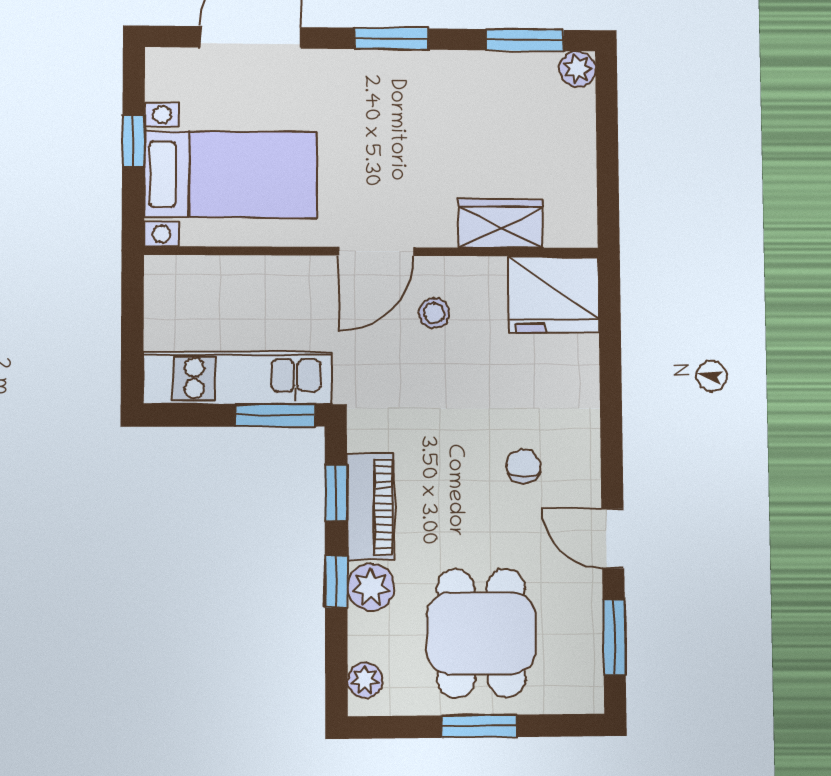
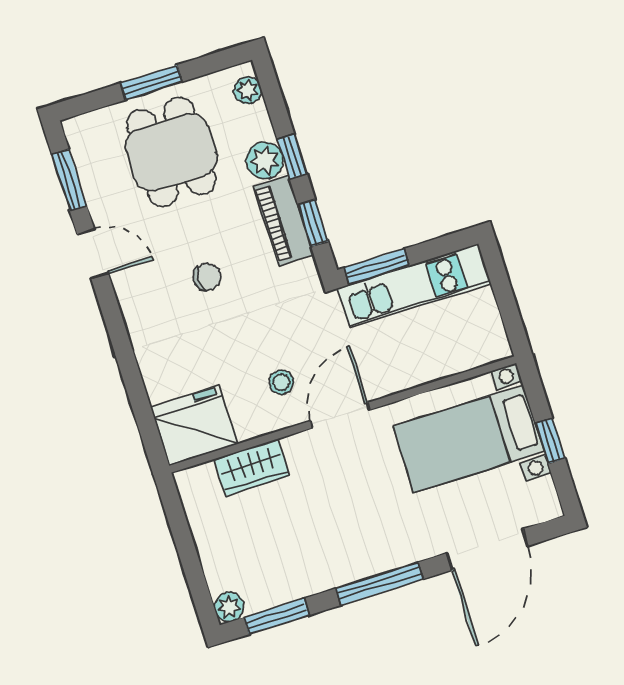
window: (391, 39) -> (380, 584), width x1.44
chair: (524, 466) -> (207, 277), moved, turned -90

